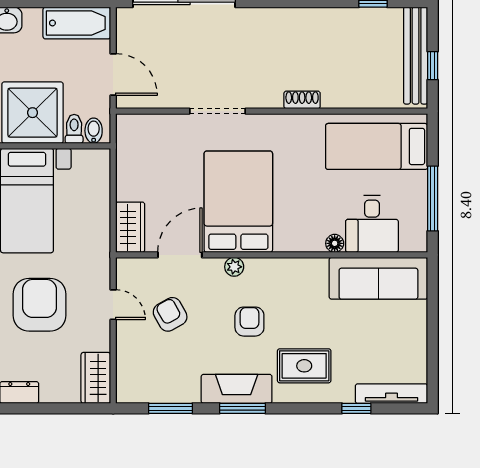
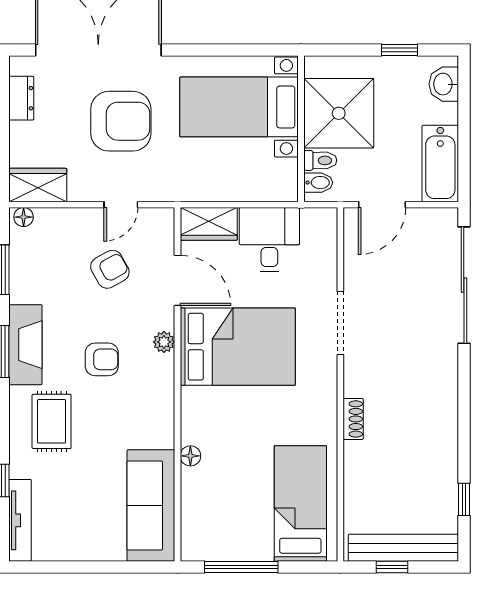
desk: (372, 224) -> (269, 240), moved, turned 90
floor lamp: (124, 391) -> (24, 217), added

